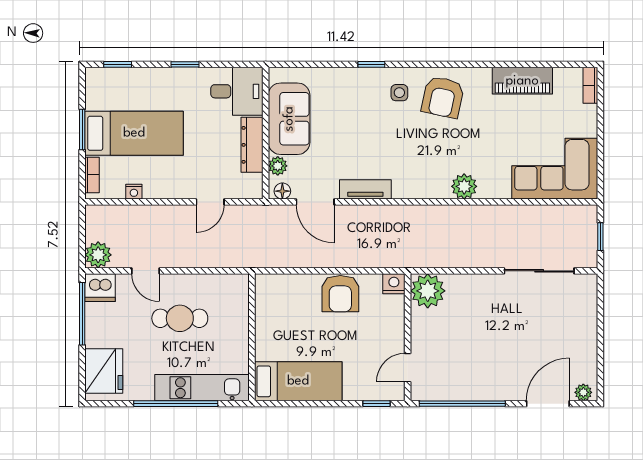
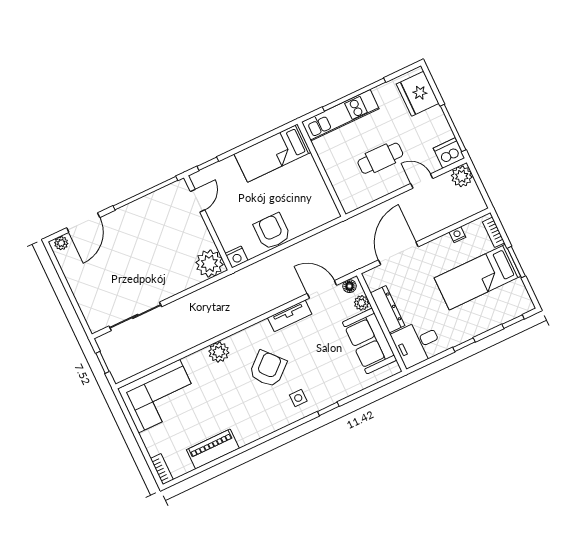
armchair: (443, 97) -> (268, 369), moved, turned 36
door: (210, 202) -> (398, 253), width x1.88

